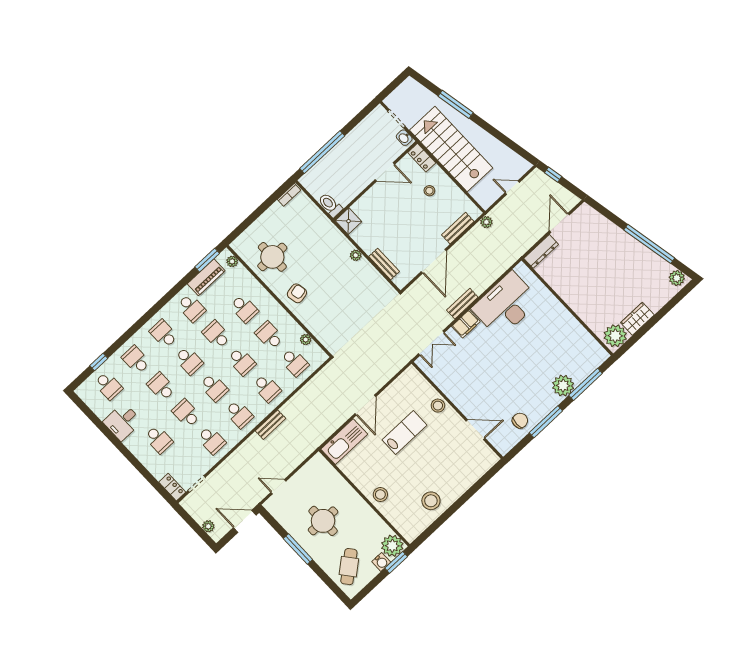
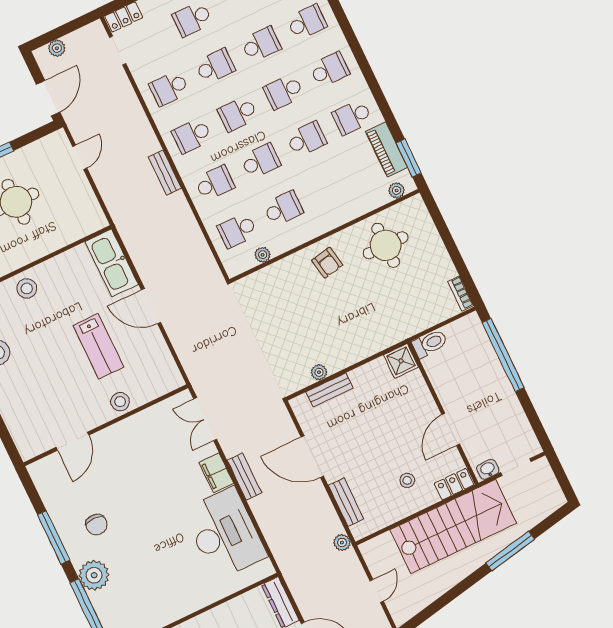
plant: (356, 255) -> (319, 372), moved
school desk: (244, 309) -> (329, 186), removed
school desk: (242, 361) -> (260, 161), turned 180
school desk: (267, 388) -> (215, 183), turned 180
chair: (520, 421) -> (97, 525), moved

